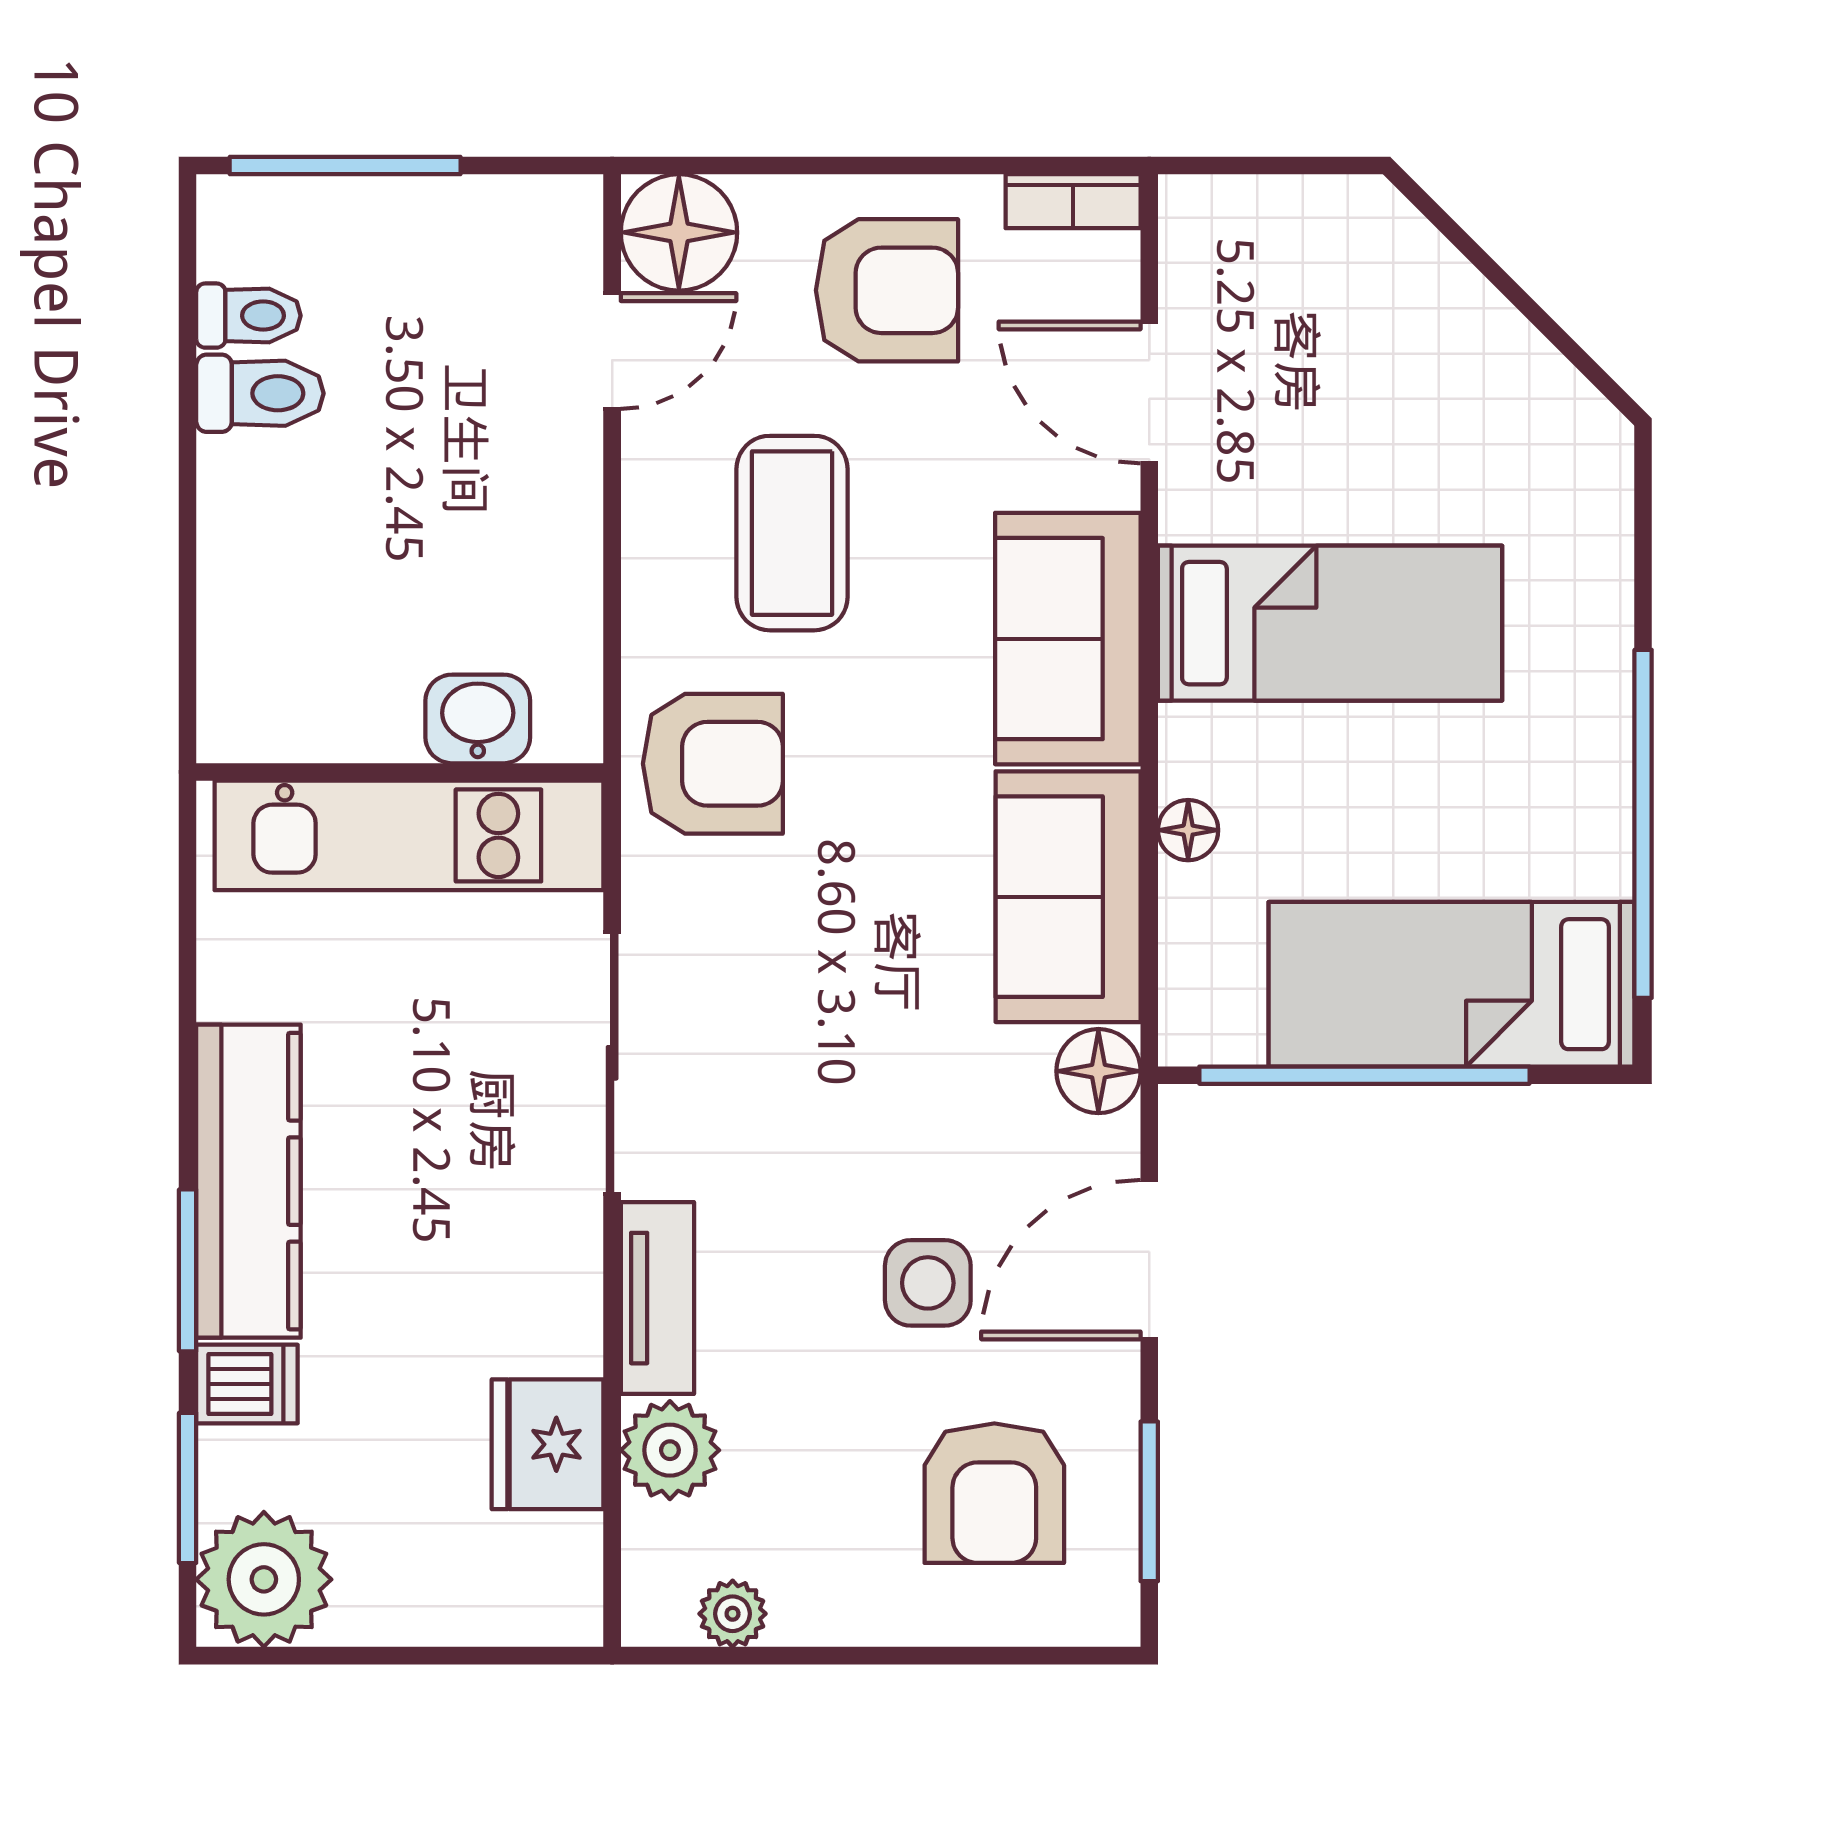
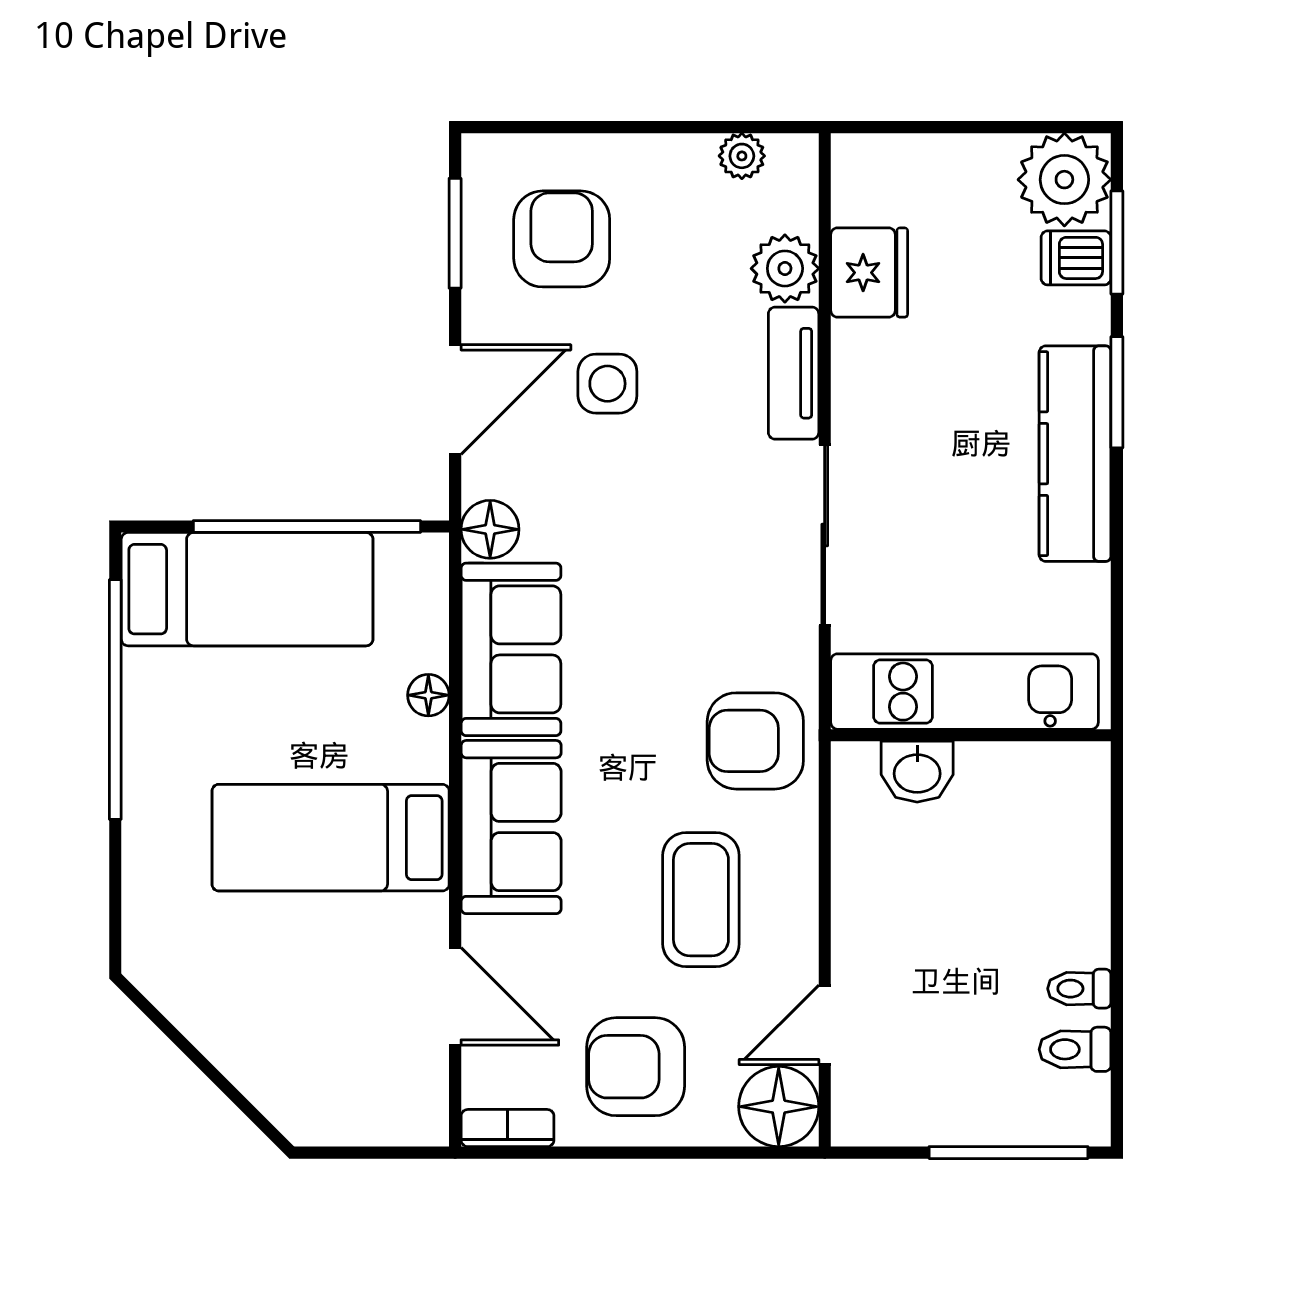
toilet: (260, 393) -> (1079, 989), width x0.73, depth x0.72
dishwasher: (247, 1384) -> (1076, 258), moved

